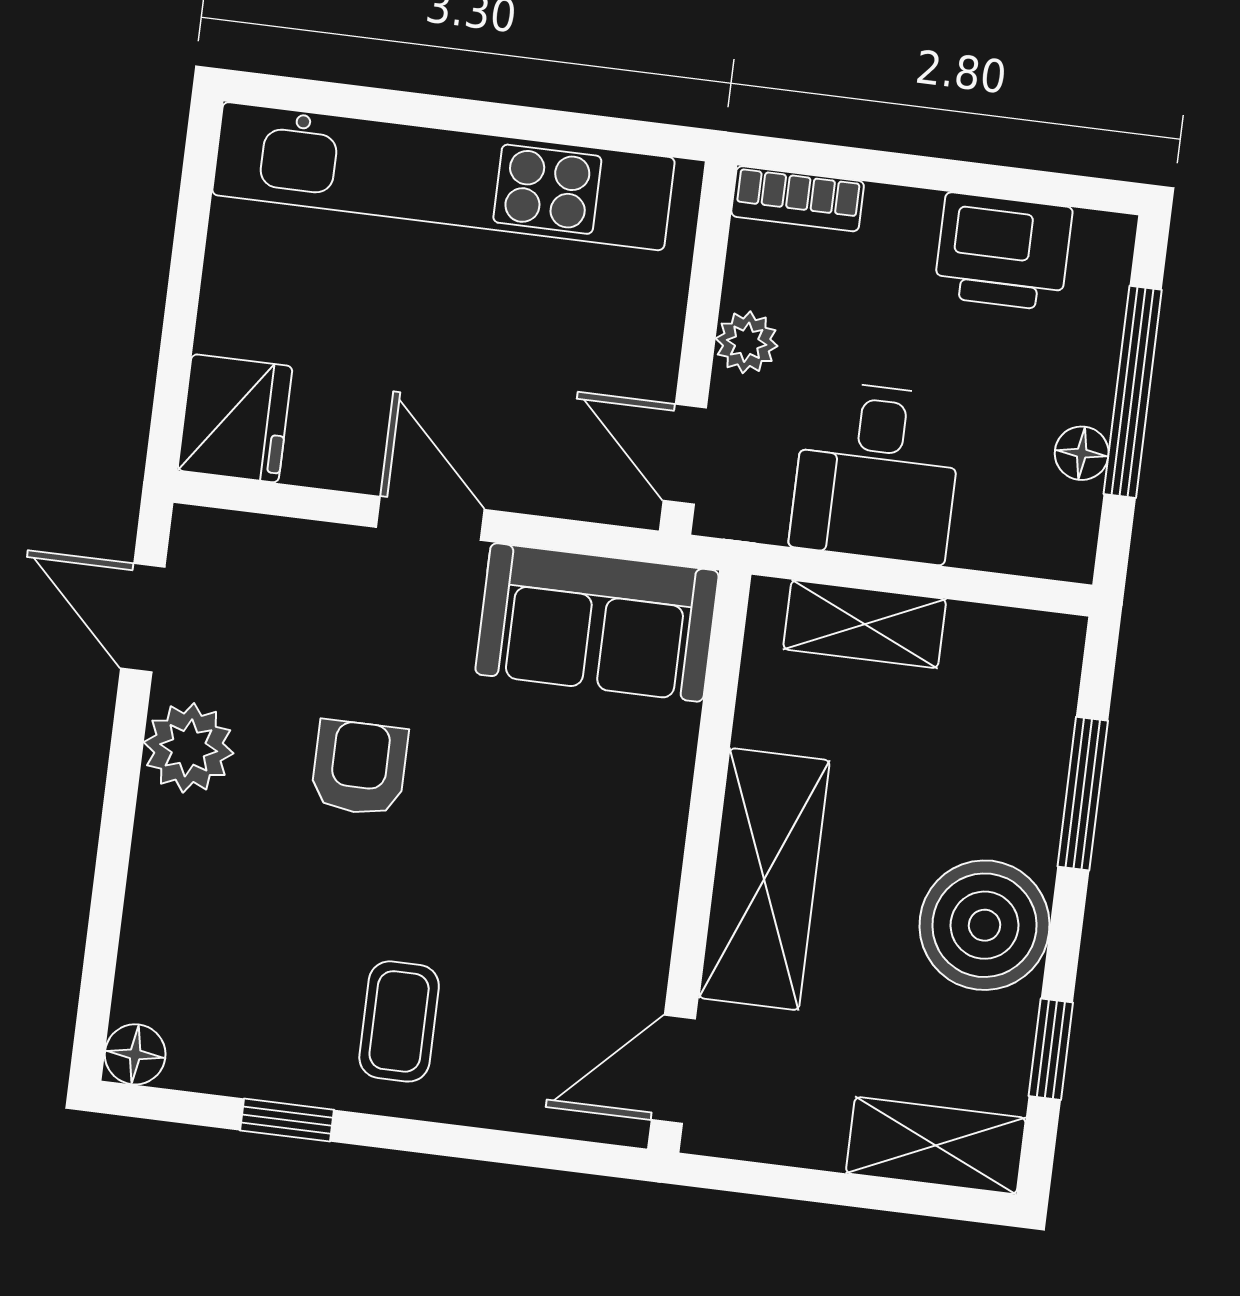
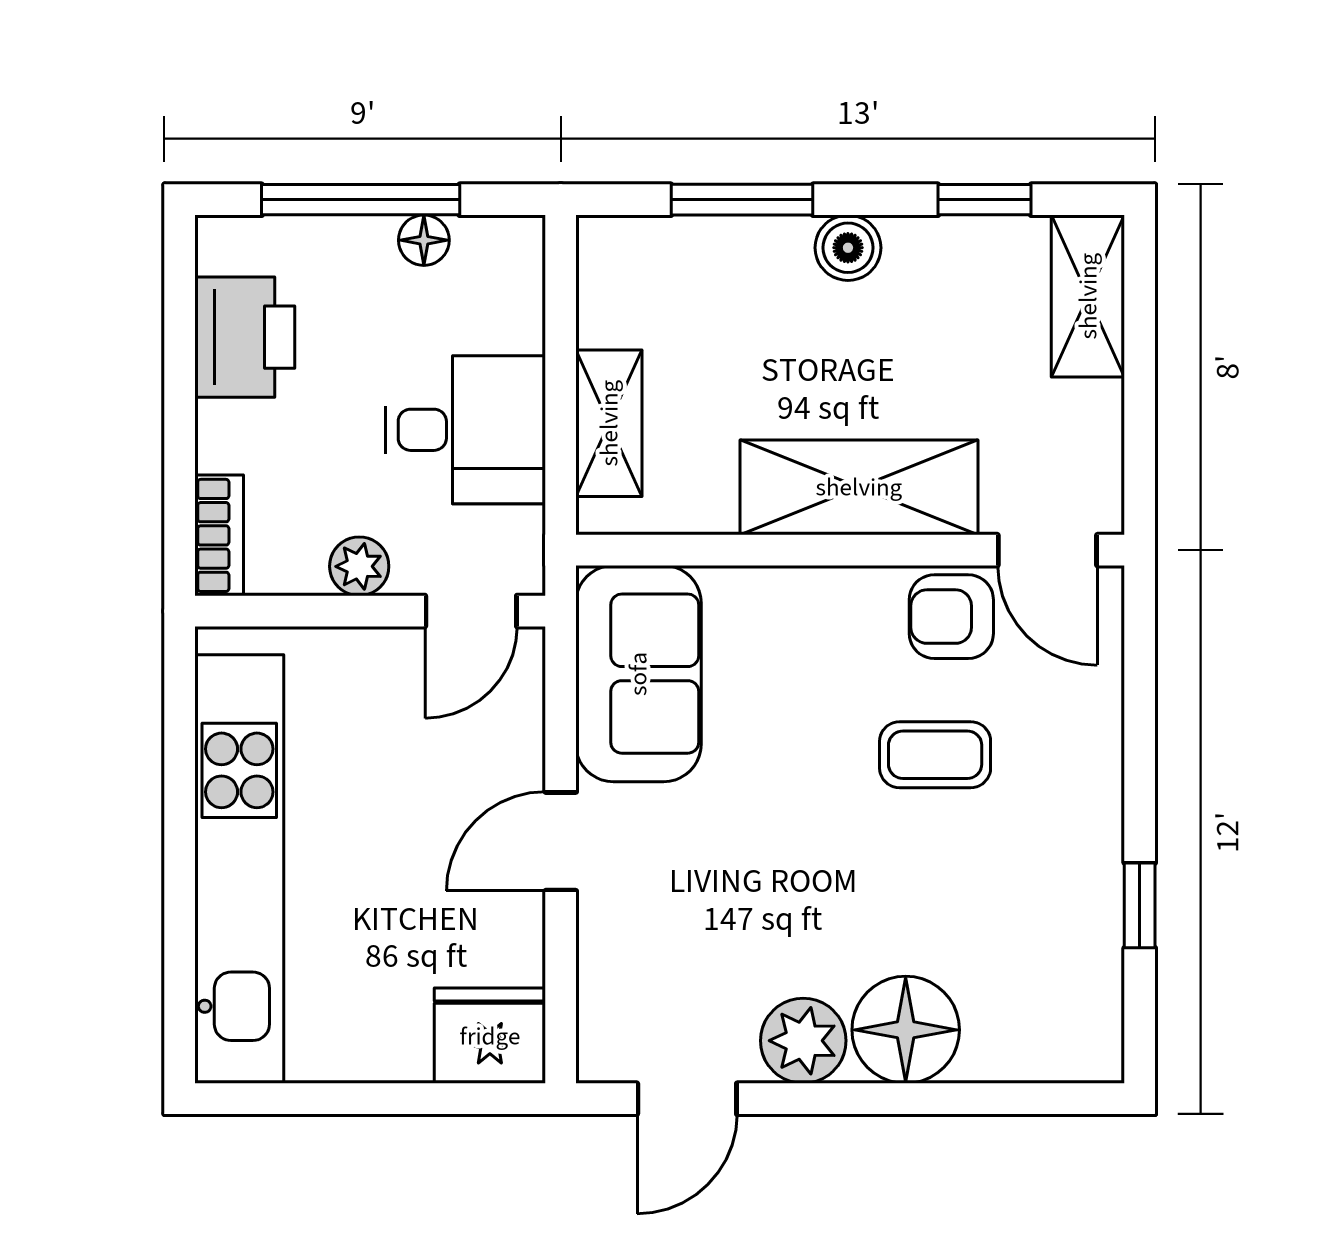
armchair: (359, 768) -> (951, 617), moved
boiler: (984, 925) -> (848, 248), width x0.54, depth x0.54
coffee table: (399, 1021) -> (935, 755), moved
floor lamp: (135, 1054) -> (906, 1030), moved, width x1.89, depth x1.89

